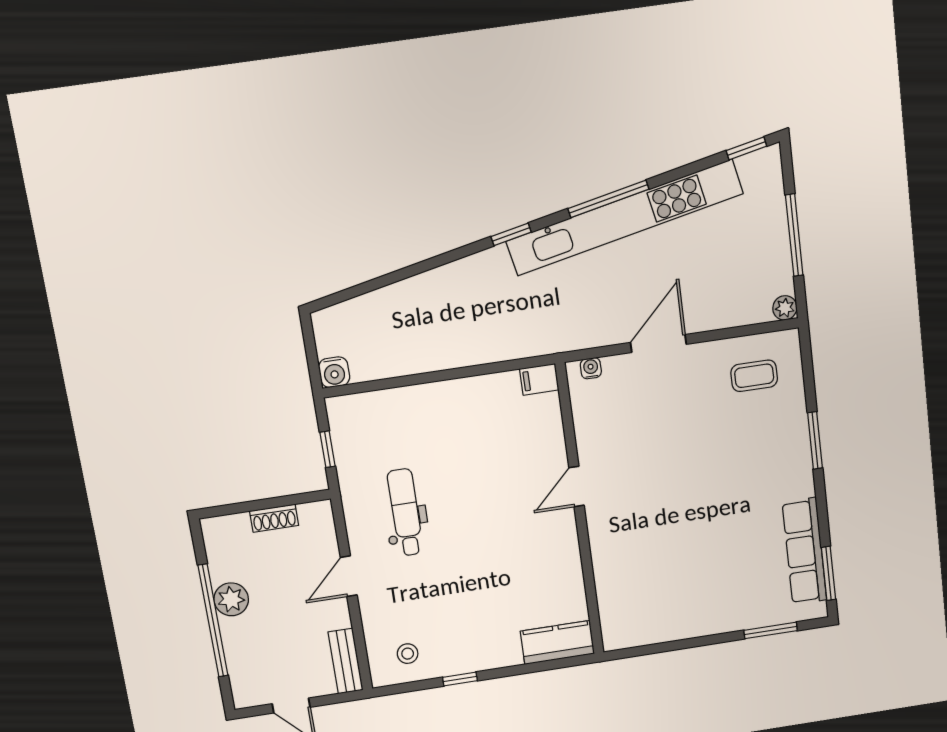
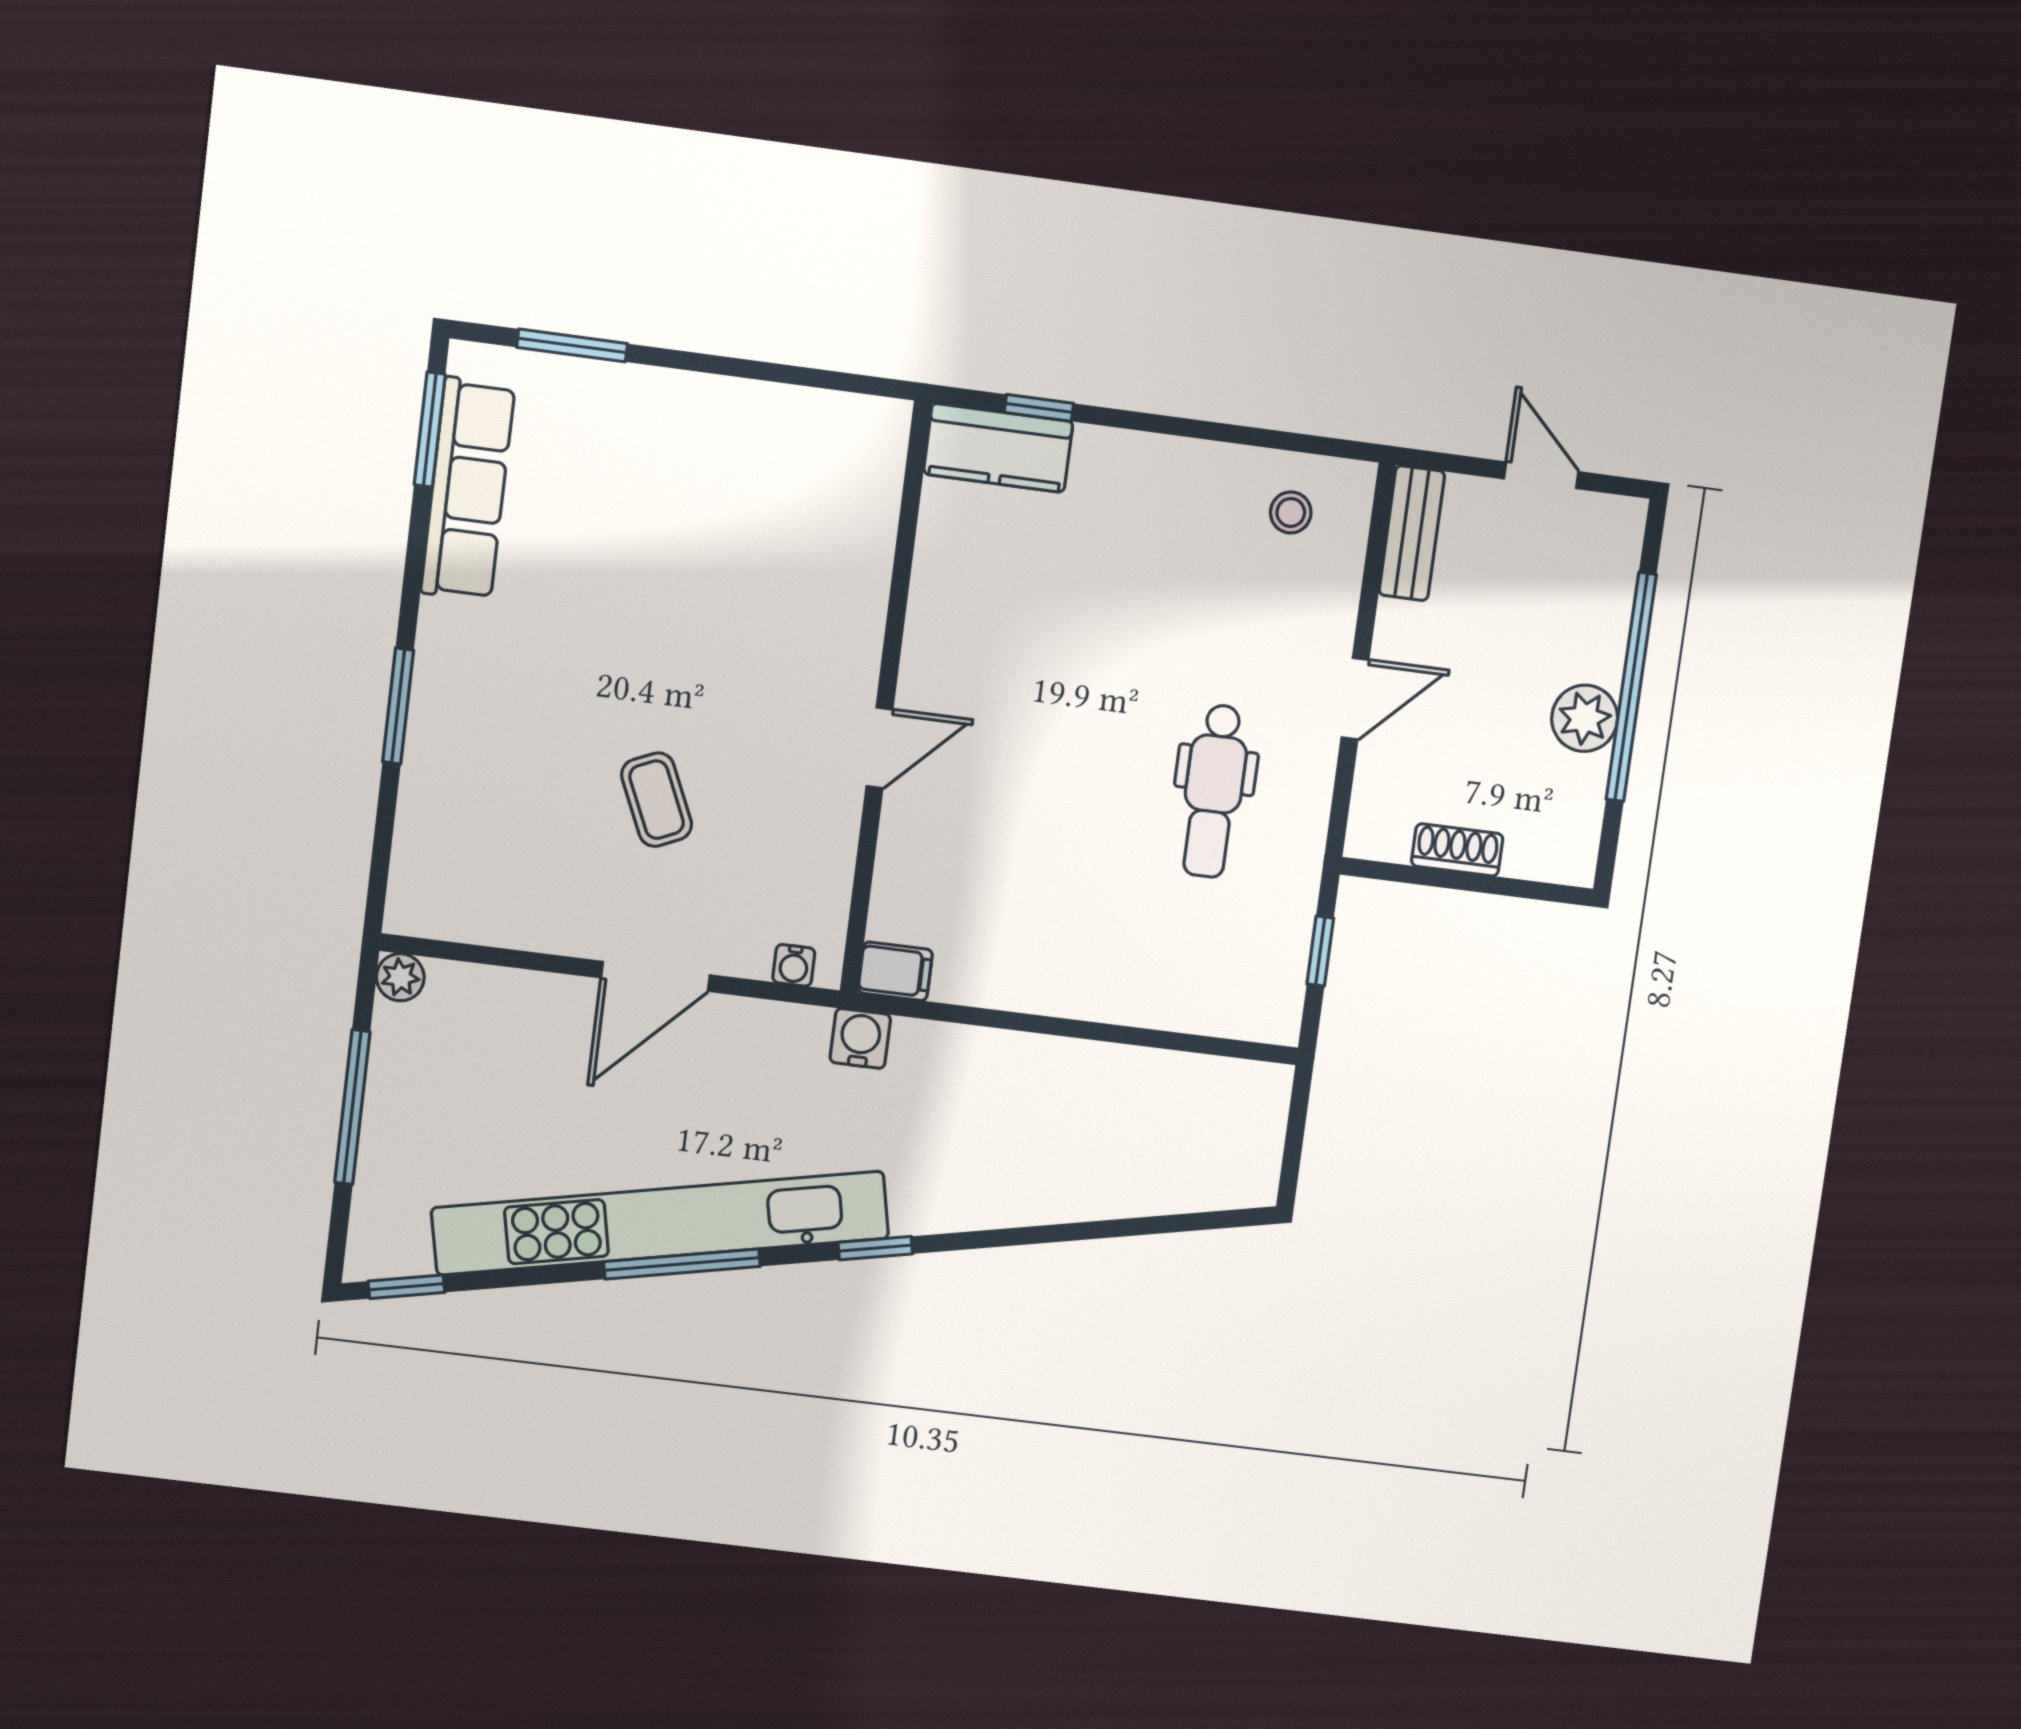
water cooler: (334, 372) -> (860, 1038), moved
coffee table: (754, 376) -> (657, 800), moved, turned 66
window: (460, 679) -> (1039, 408), moved

